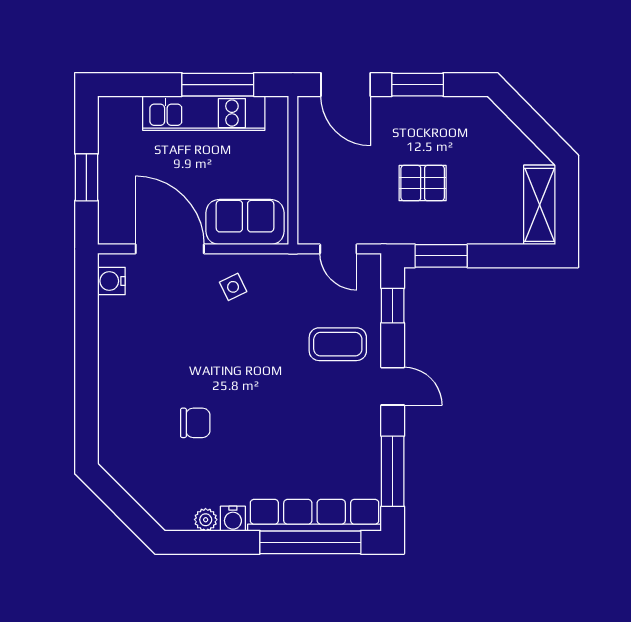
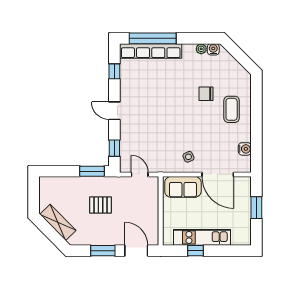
window: (218, 85) -> (196, 251), width x0.46
shelving: (540, 205) -> (58, 222), moved, turned -45
water cooler: (111, 281) -> (245, 149), moved
coffee table: (338, 344) -> (232, 109), moved, turned 90
window: (393, 471) -> (114, 71), width x0.46
water cooler: (233, 519) -> (213, 49), moved

